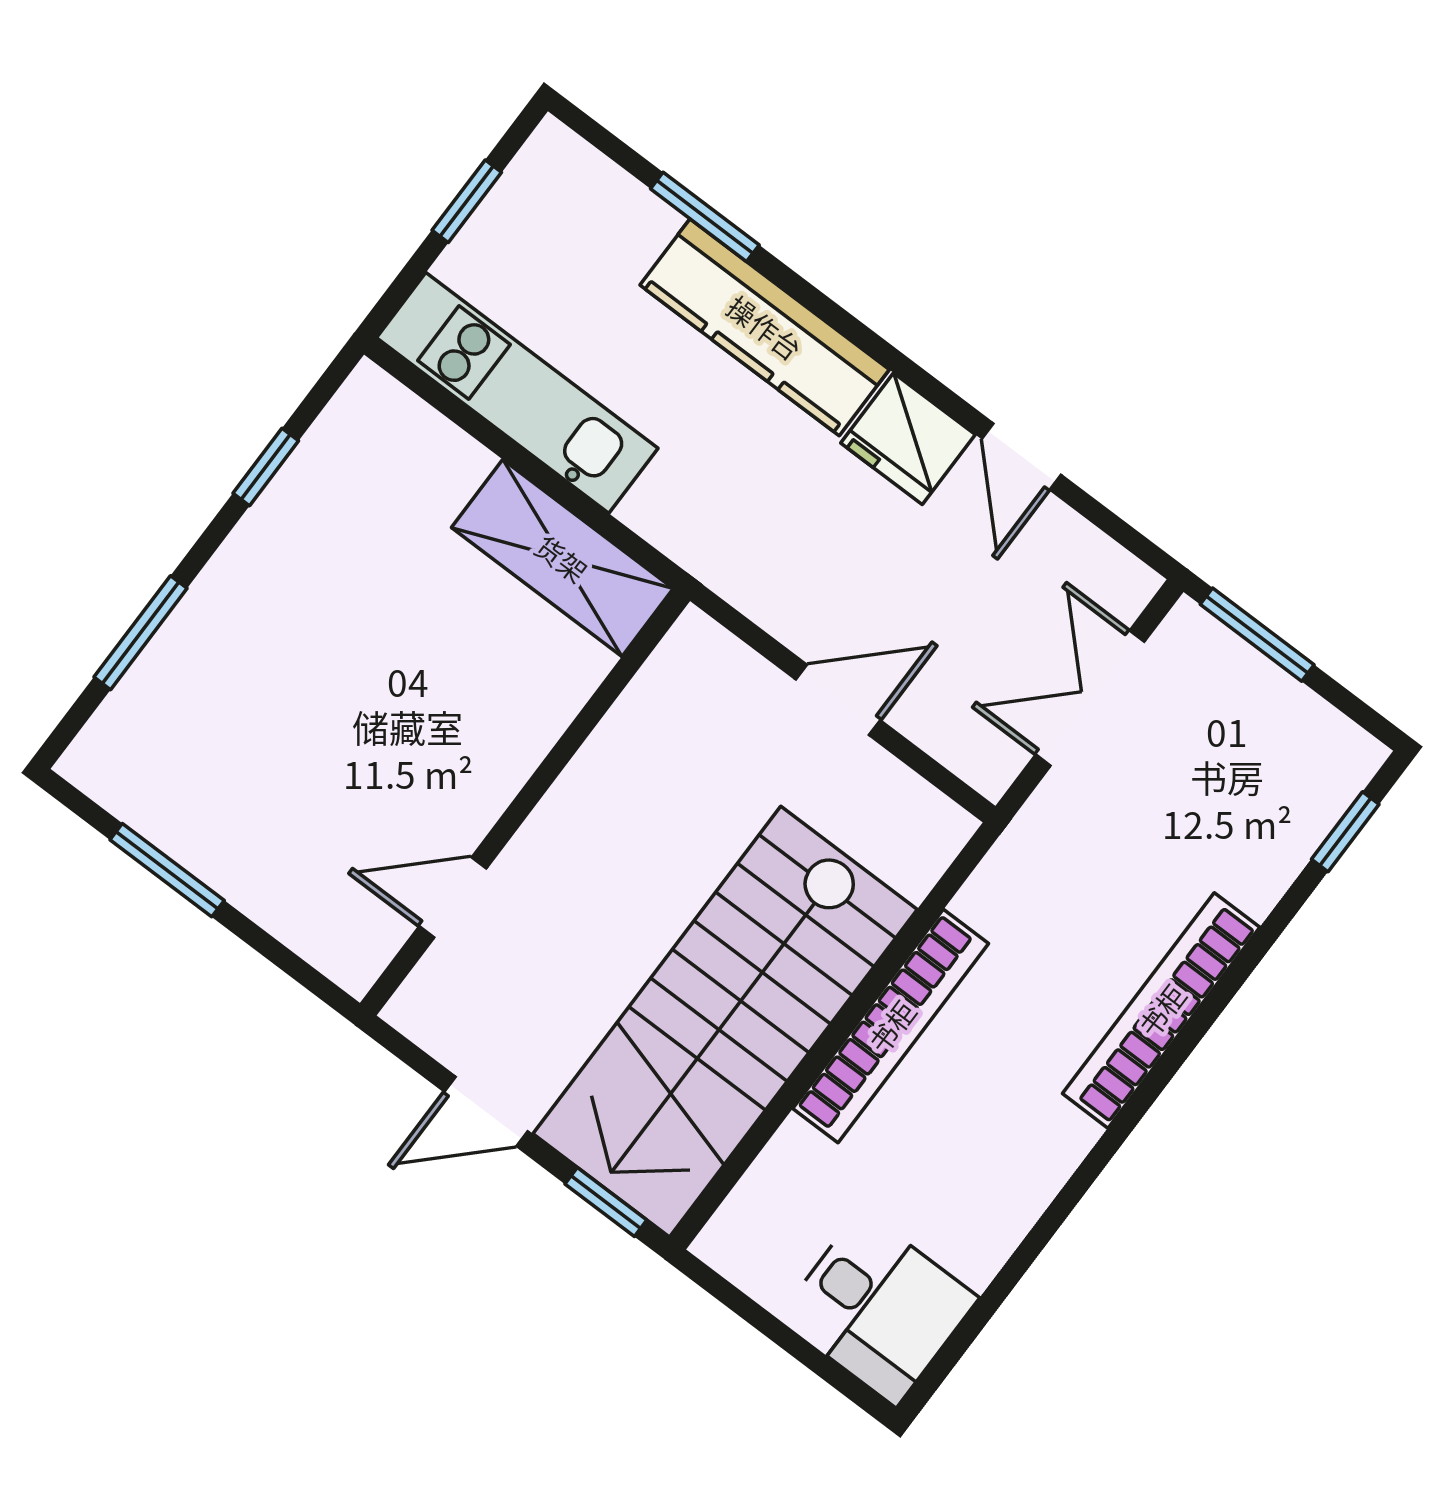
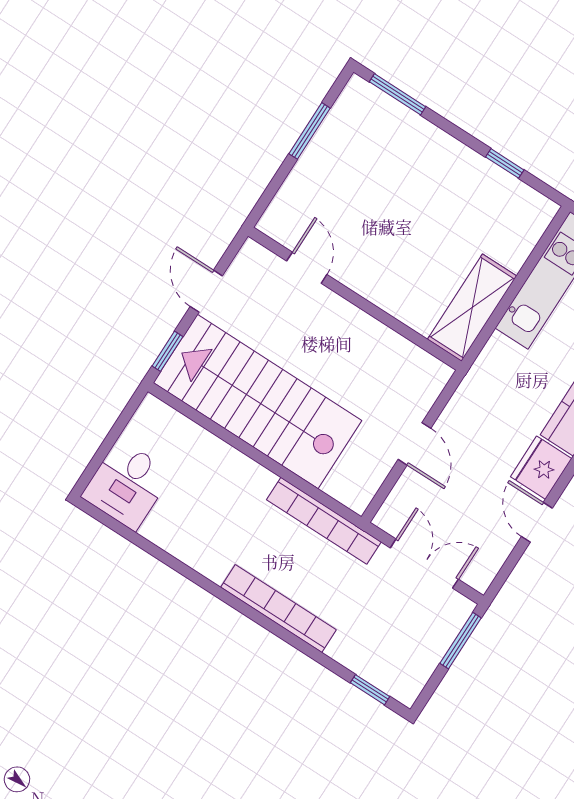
door: (1022, 456) -> (537, 522), hinge flipped
window: (140, 633) -> (397, 94), moved
bookcase: (891, 1026) -> (324, 521), moved

